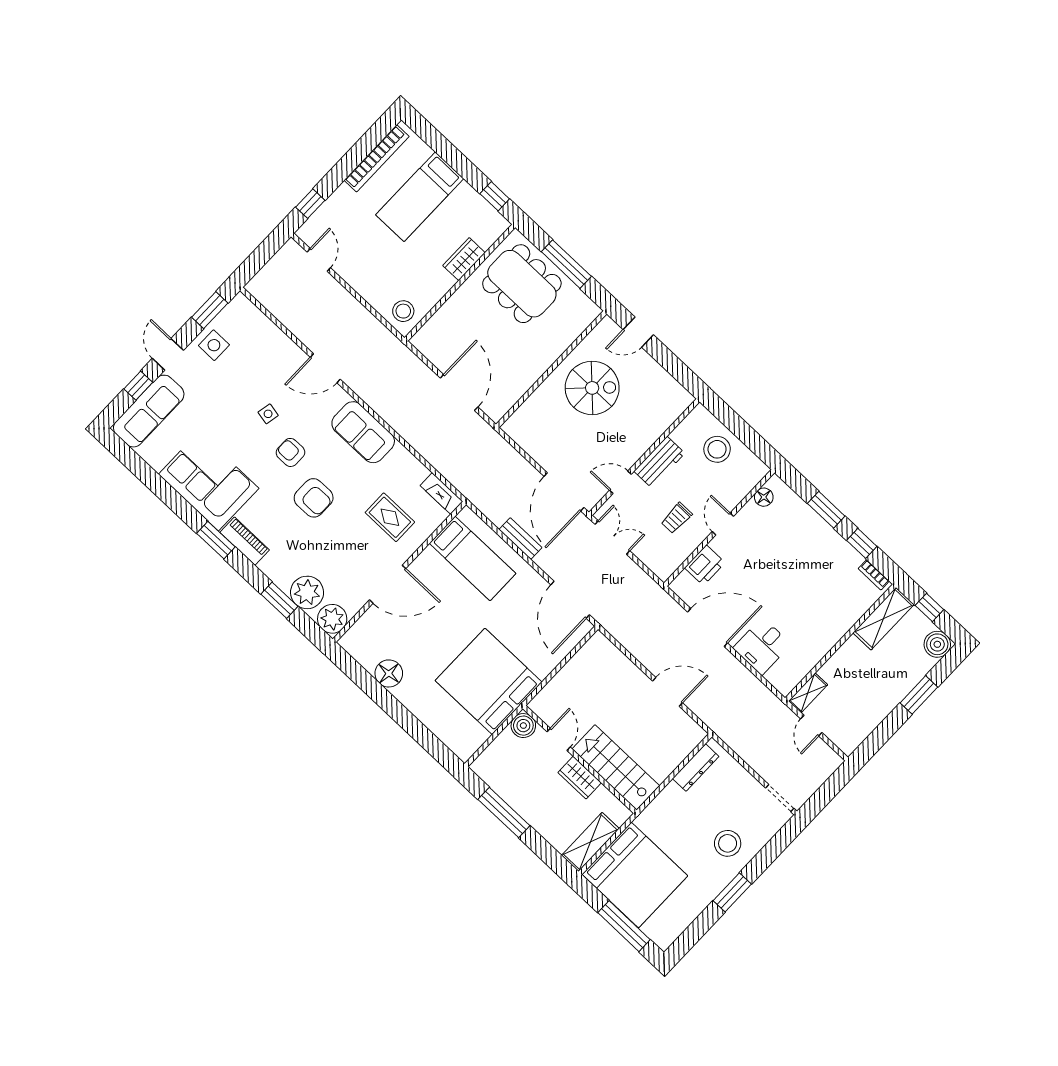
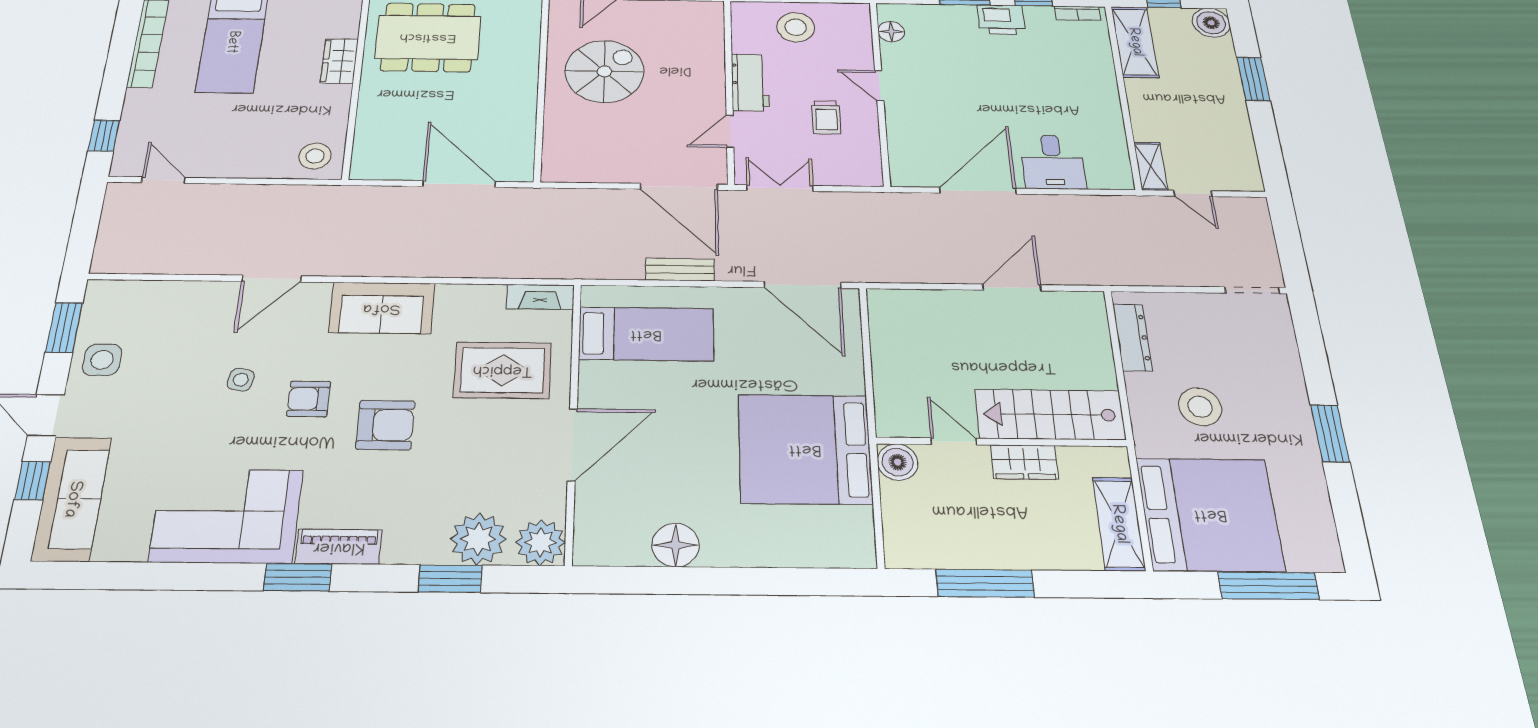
rug: (390, 517) -> (503, 370), width x1.36, depth x1.43
printer: (705, 565) -> (1001, 20), moved, turned 90
stool: (728, 843) -> (1200, 407), moved

